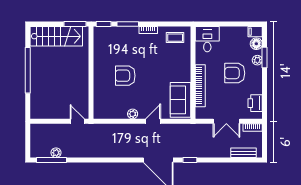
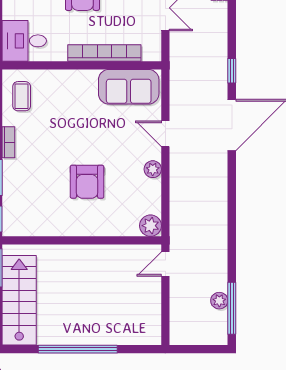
plant: (100, 113) -> (151, 226), added

